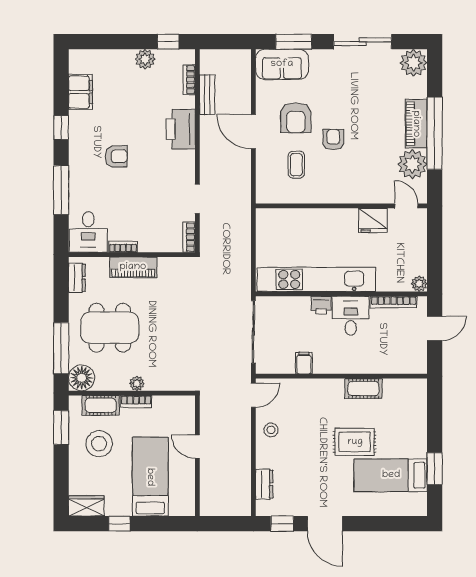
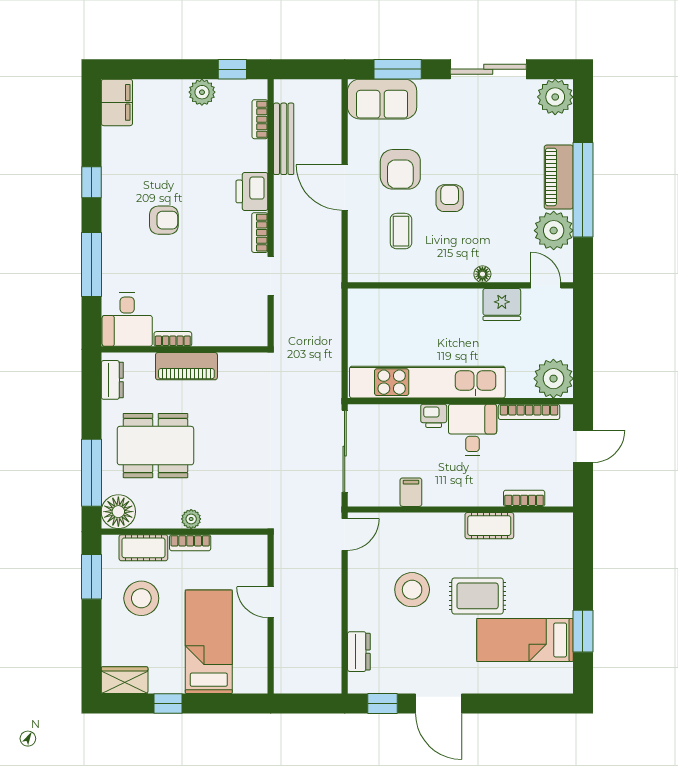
filing cabinet: (80, 92) -> (117, 102), moved
bench: (207, 95) -> (284, 139), width x1.36
printer: (181, 129) -> (252, 191), width x0.73, depth x0.84
floor lamp: (358, 197) -> (482, 274), added
bookcase: (189, 237) -> (260, 233), moved
plant: (419, 284) -> (553, 379), width x1.87, depth x1.87
bookcase: (390, 368) -> (524, 498), added
stool: (271, 430) -> (412, 590), moved, width x1.89, depth x1.89

